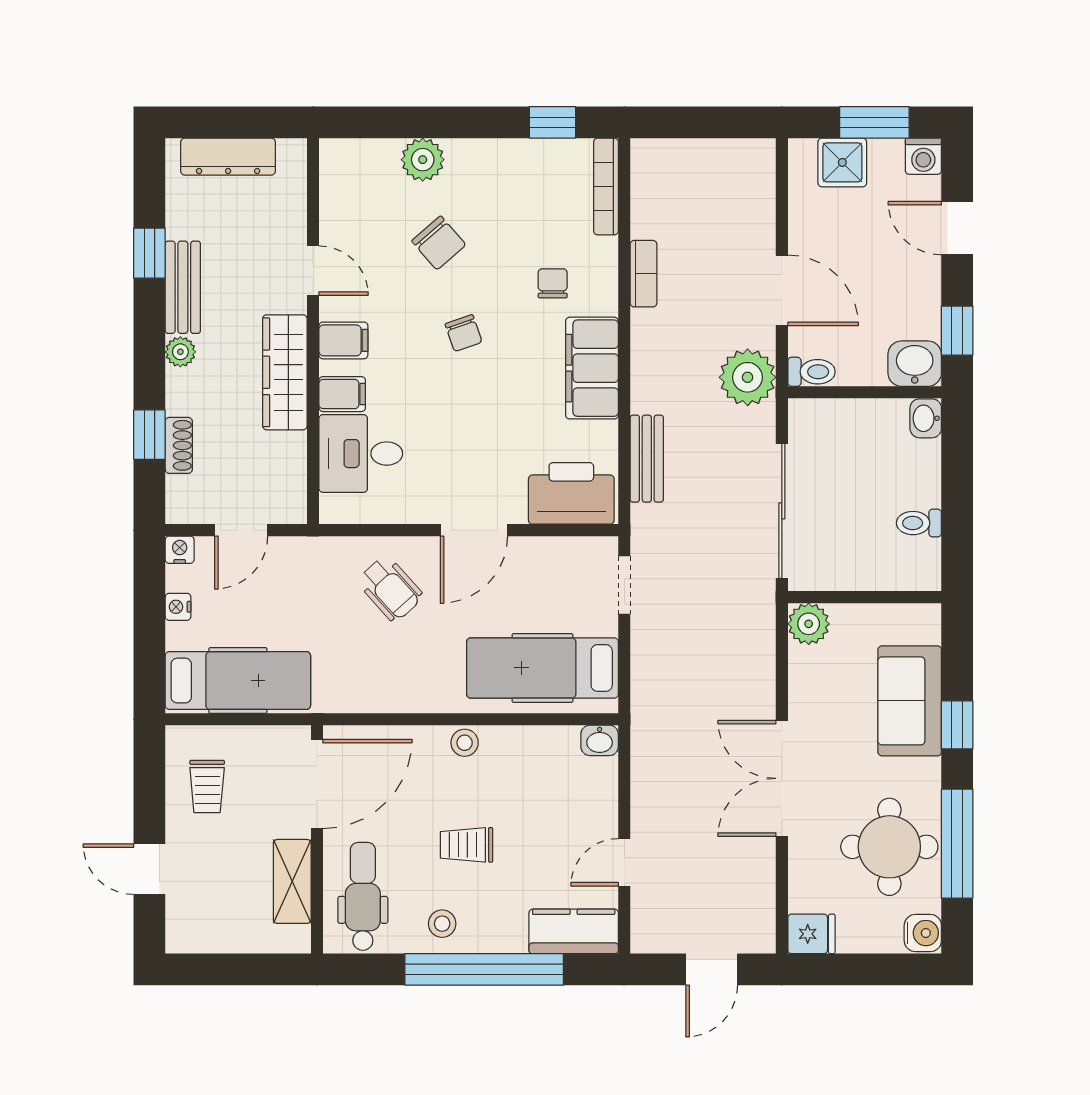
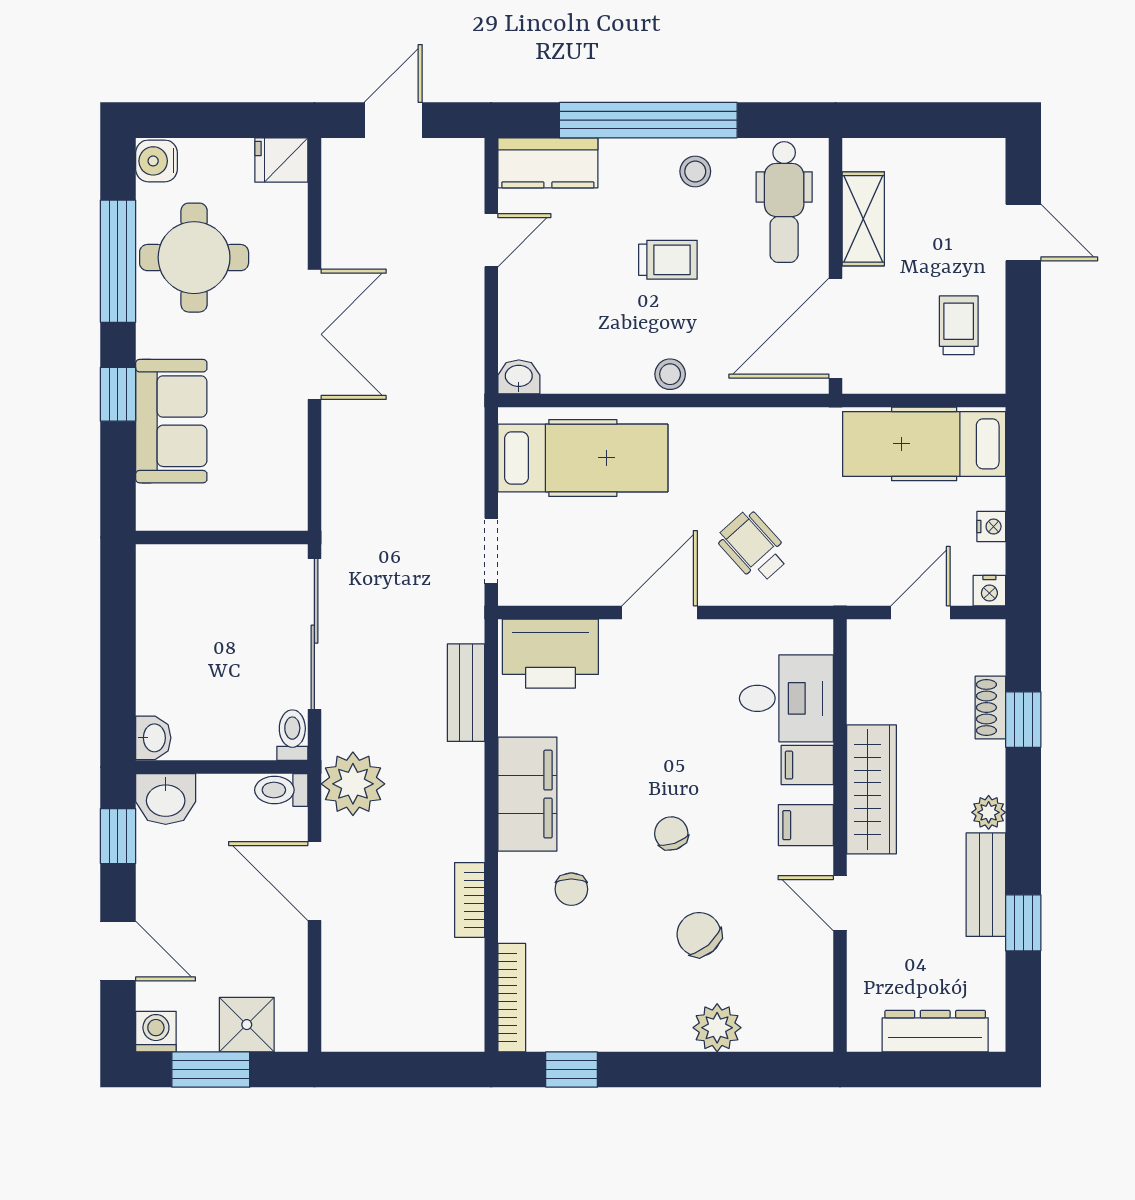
toilet: (919, 523) -> (292, 735), moved, turned -90
plant: (809, 624) -> (285, 508), removed

